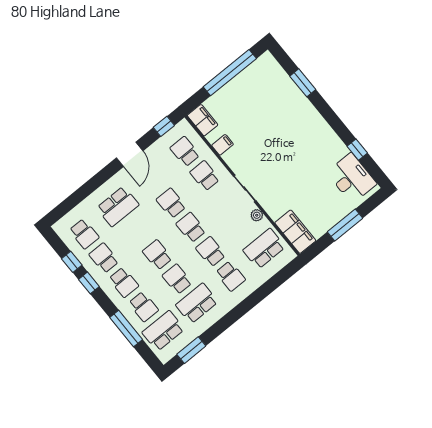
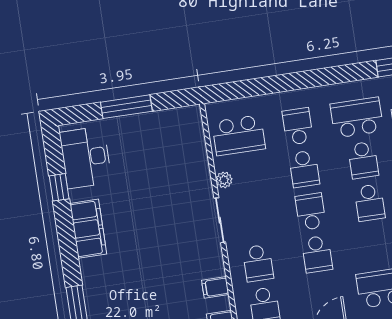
school desk: (191, 227) -> (311, 212), turned 180
filing cabinet: (295, 232) -> (88, 229), moved, turned 180
school desk: (197, 303) -> (357, 117), turned 180

